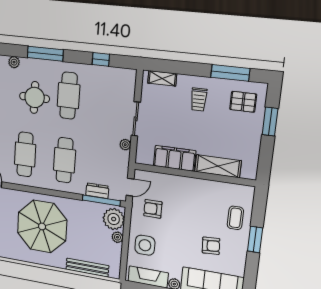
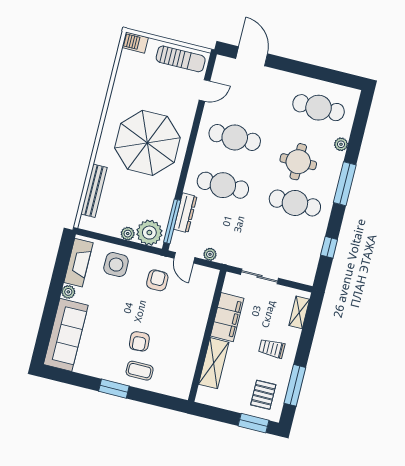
window: (270, 122) -> (254, 423), moved
plant: (125, 145) -> (210, 254), moved
filing cabinet: (175, 158) -> (227, 317), moved
shelving: (218, 166) -> (214, 363), moved
wall: (194, 175) -> (207, 336), moved
dresser: (97, 191) -> (185, 213), width x1.44
armchair: (211, 246) -> (139, 341), moved

